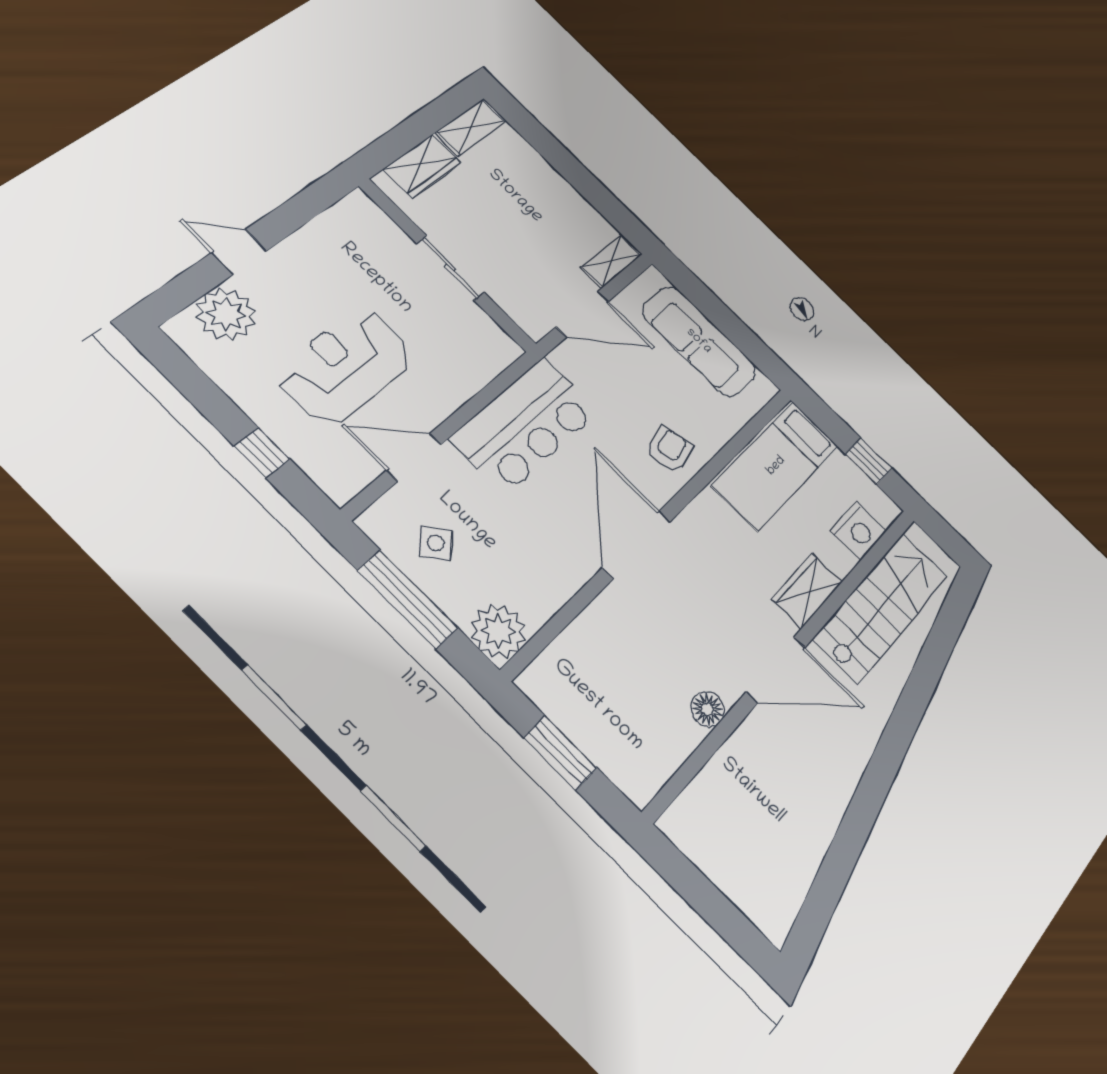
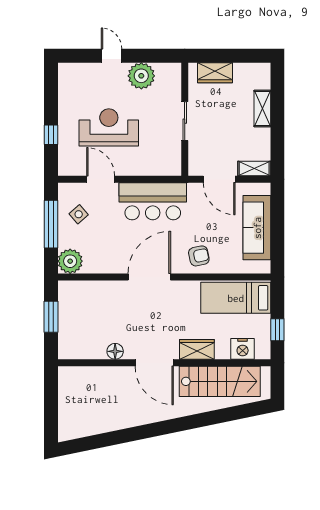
shelving: (471, 127) -> (262, 109), moved, turned 90
plant: (226, 314) -> (141, 76), moved

